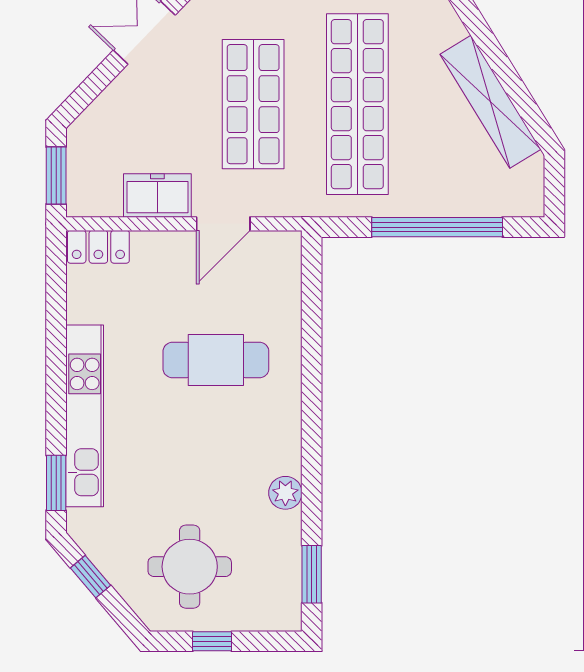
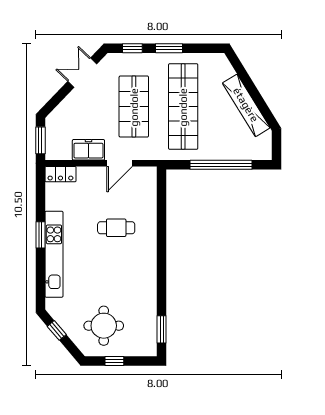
cafe table: (216, 360) -> (116, 228), width x0.73, depth x0.74
window: (56, 483) -> (40, 235), moved
plant: (285, 493) -> (149, 291), removed

